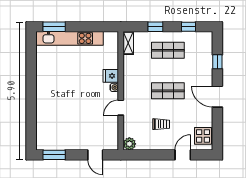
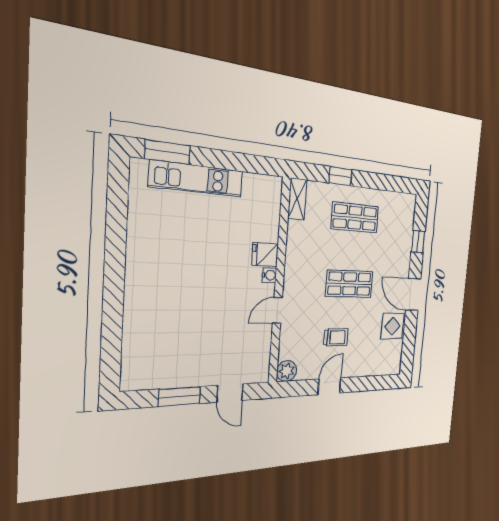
window: (188, 27) -> (386, 183), removed
kitchen unit: (70, 38) -> (197, 179), width x0.73
display table: (203, 136) -> (393, 326), moved
window: (54, 155) -> (180, 396), moved
door: (183, 155) -> (330, 386), moved

